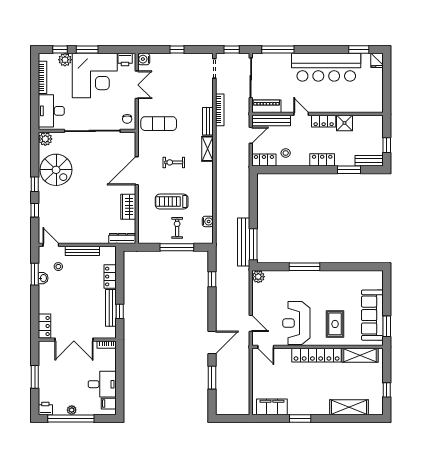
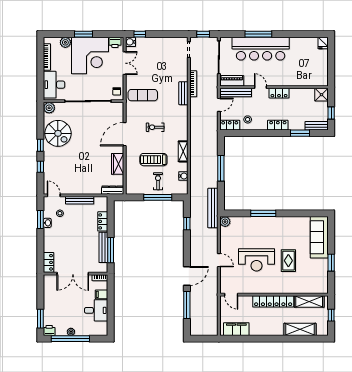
window: (60, 50) -> (61, 34), removed
window: (177, 50) -> (140, 34), moved
window: (278, 50) -> (258, 34), moved
window: (359, 50) -> (308, 34), removed
bar counter: (326, 67) -> (261, 49), moved
shower: (344, 123) -> (322, 95), moved
shelving: (207, 149) -> (183, 151), moved
bench: (244, 242) -> (213, 208), moved
window: (253, 244) -> (221, 168), moved
window: (120, 311) -> (111, 250), width x2.17
sofa: (372, 315) -> (319, 237), moved
reception desk: (296, 323) -> (256, 260), turned -90
door: (266, 347) -> (231, 295), moved
wall: (318, 347) -> (274, 295), moved
locker: (317, 355) -> (273, 301), moved
shelving: (360, 355) -> (309, 301), moved
window: (35, 377) -> (40, 319), moved
window: (212, 378) -> (187, 305), width x1.44
filing cabinet: (109, 404) -> (102, 294), moved
window: (300, 418) -> (260, 339), removed

